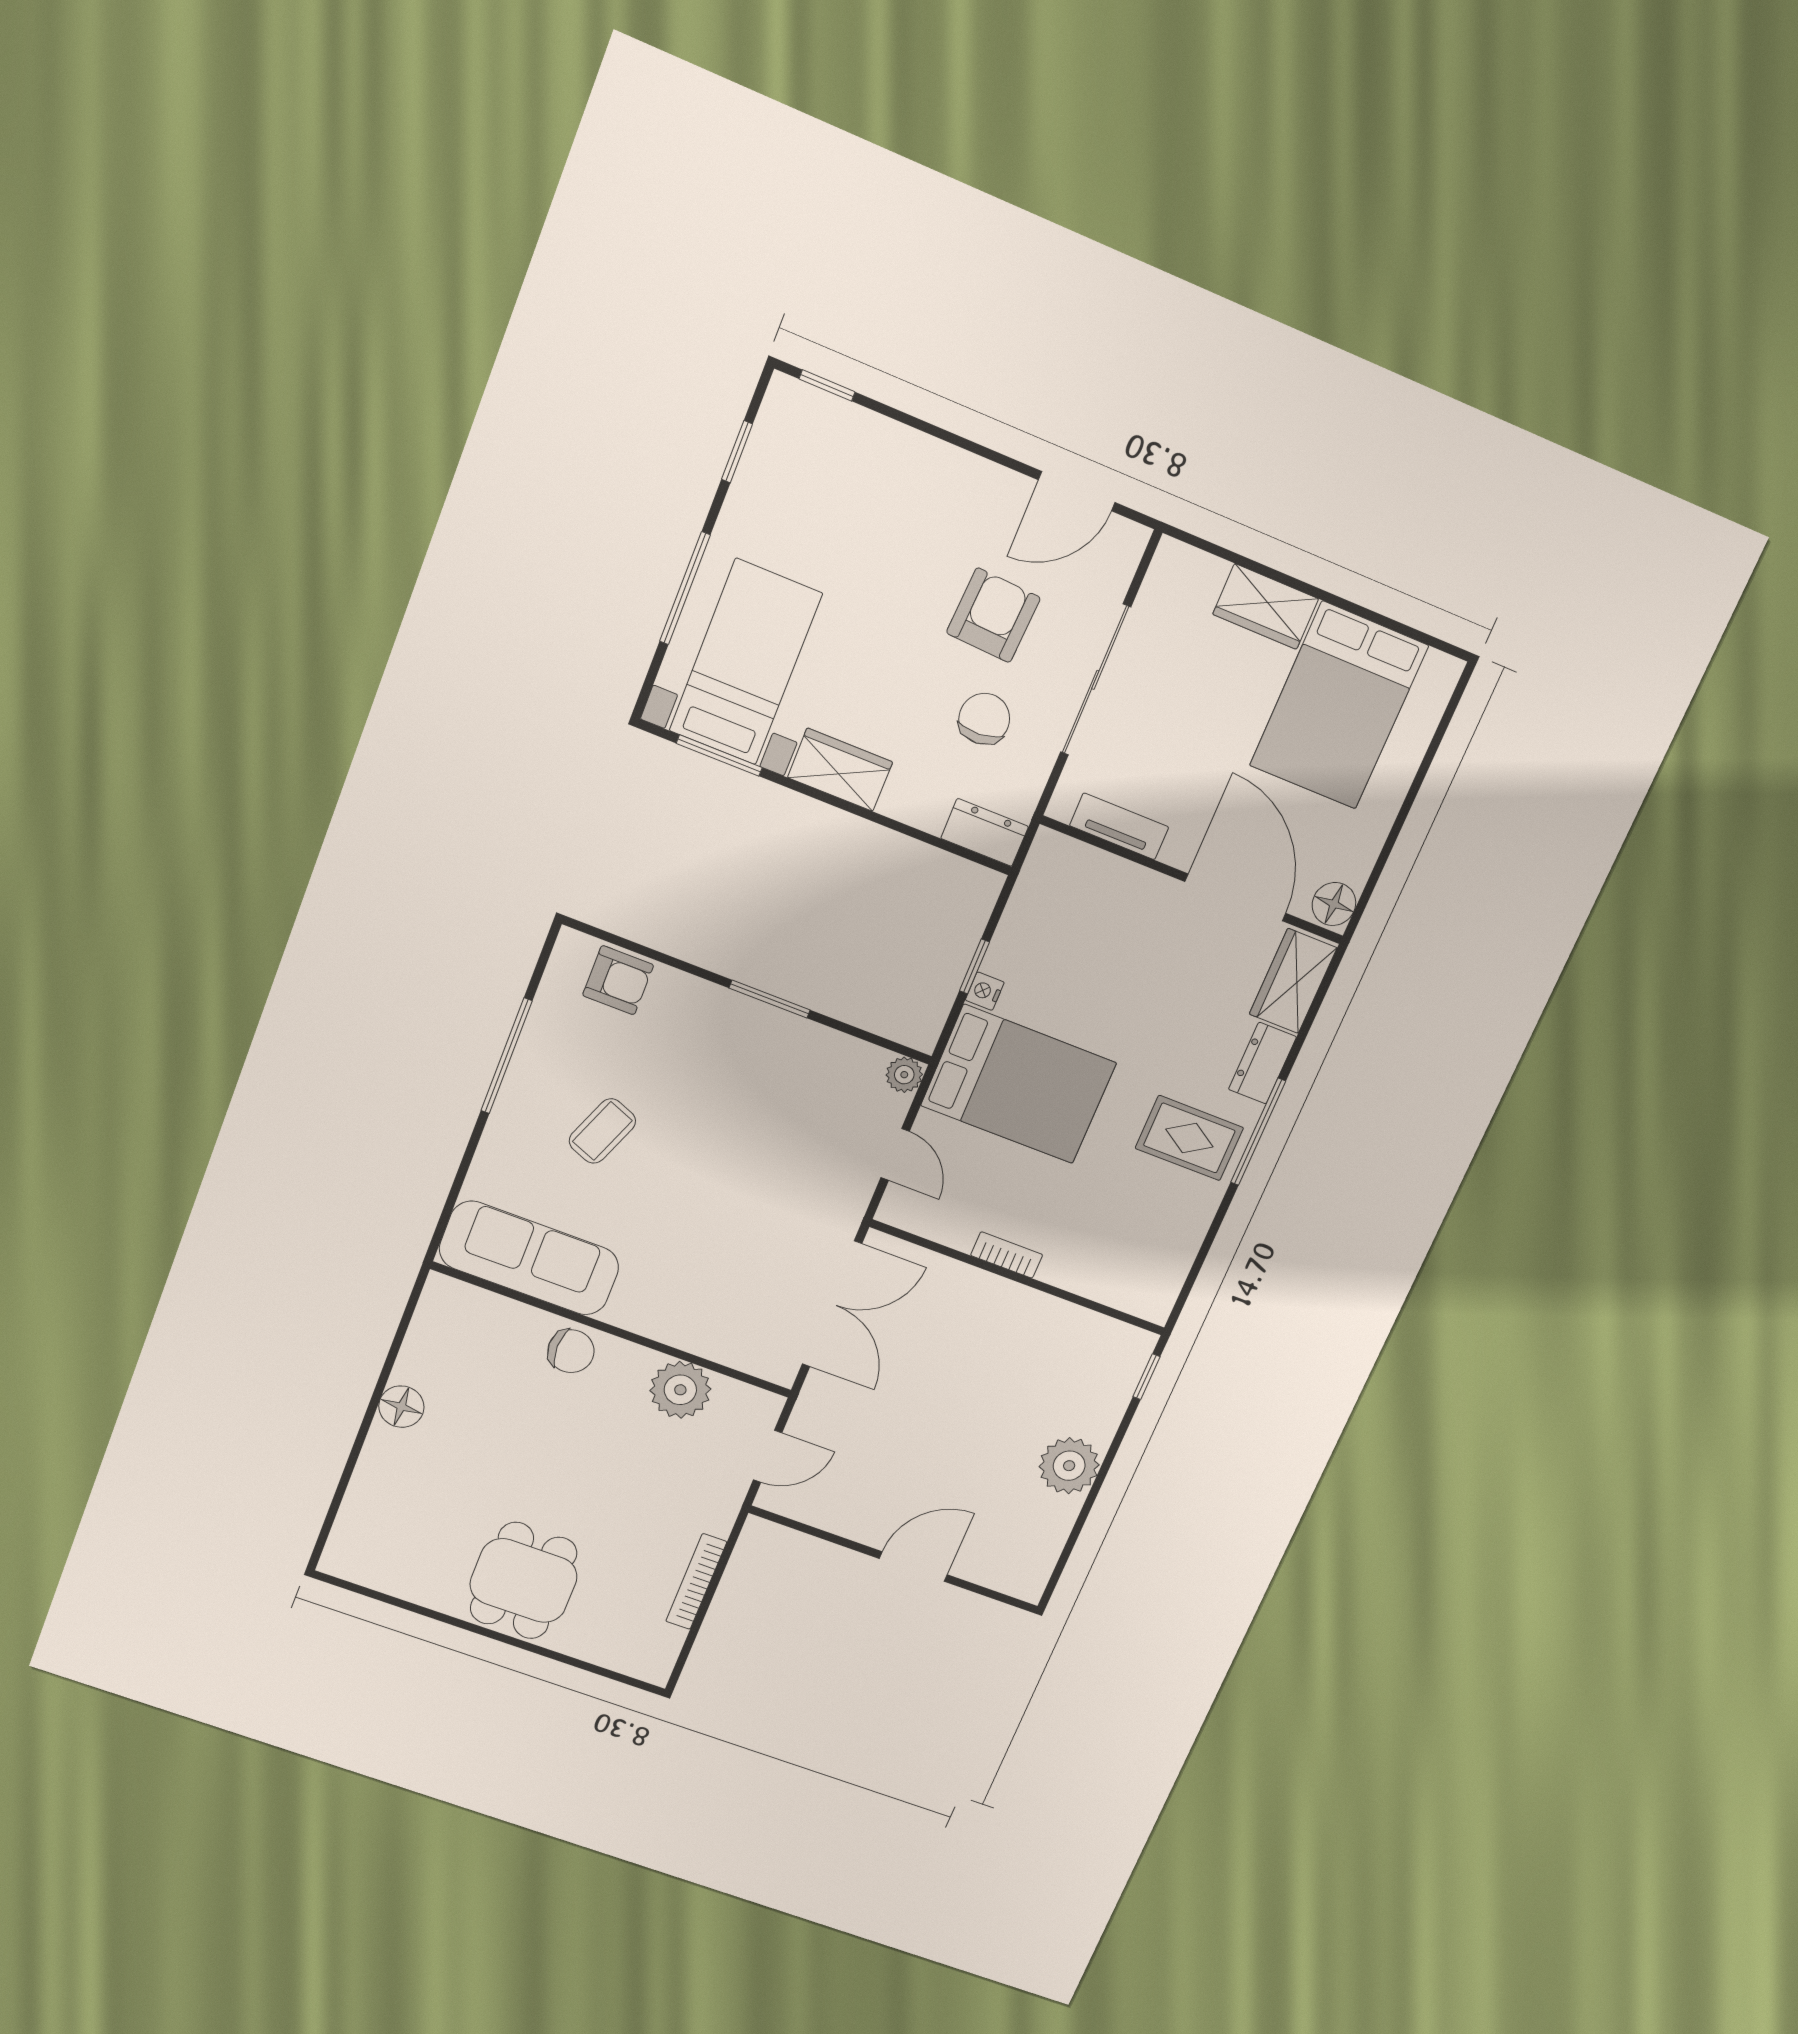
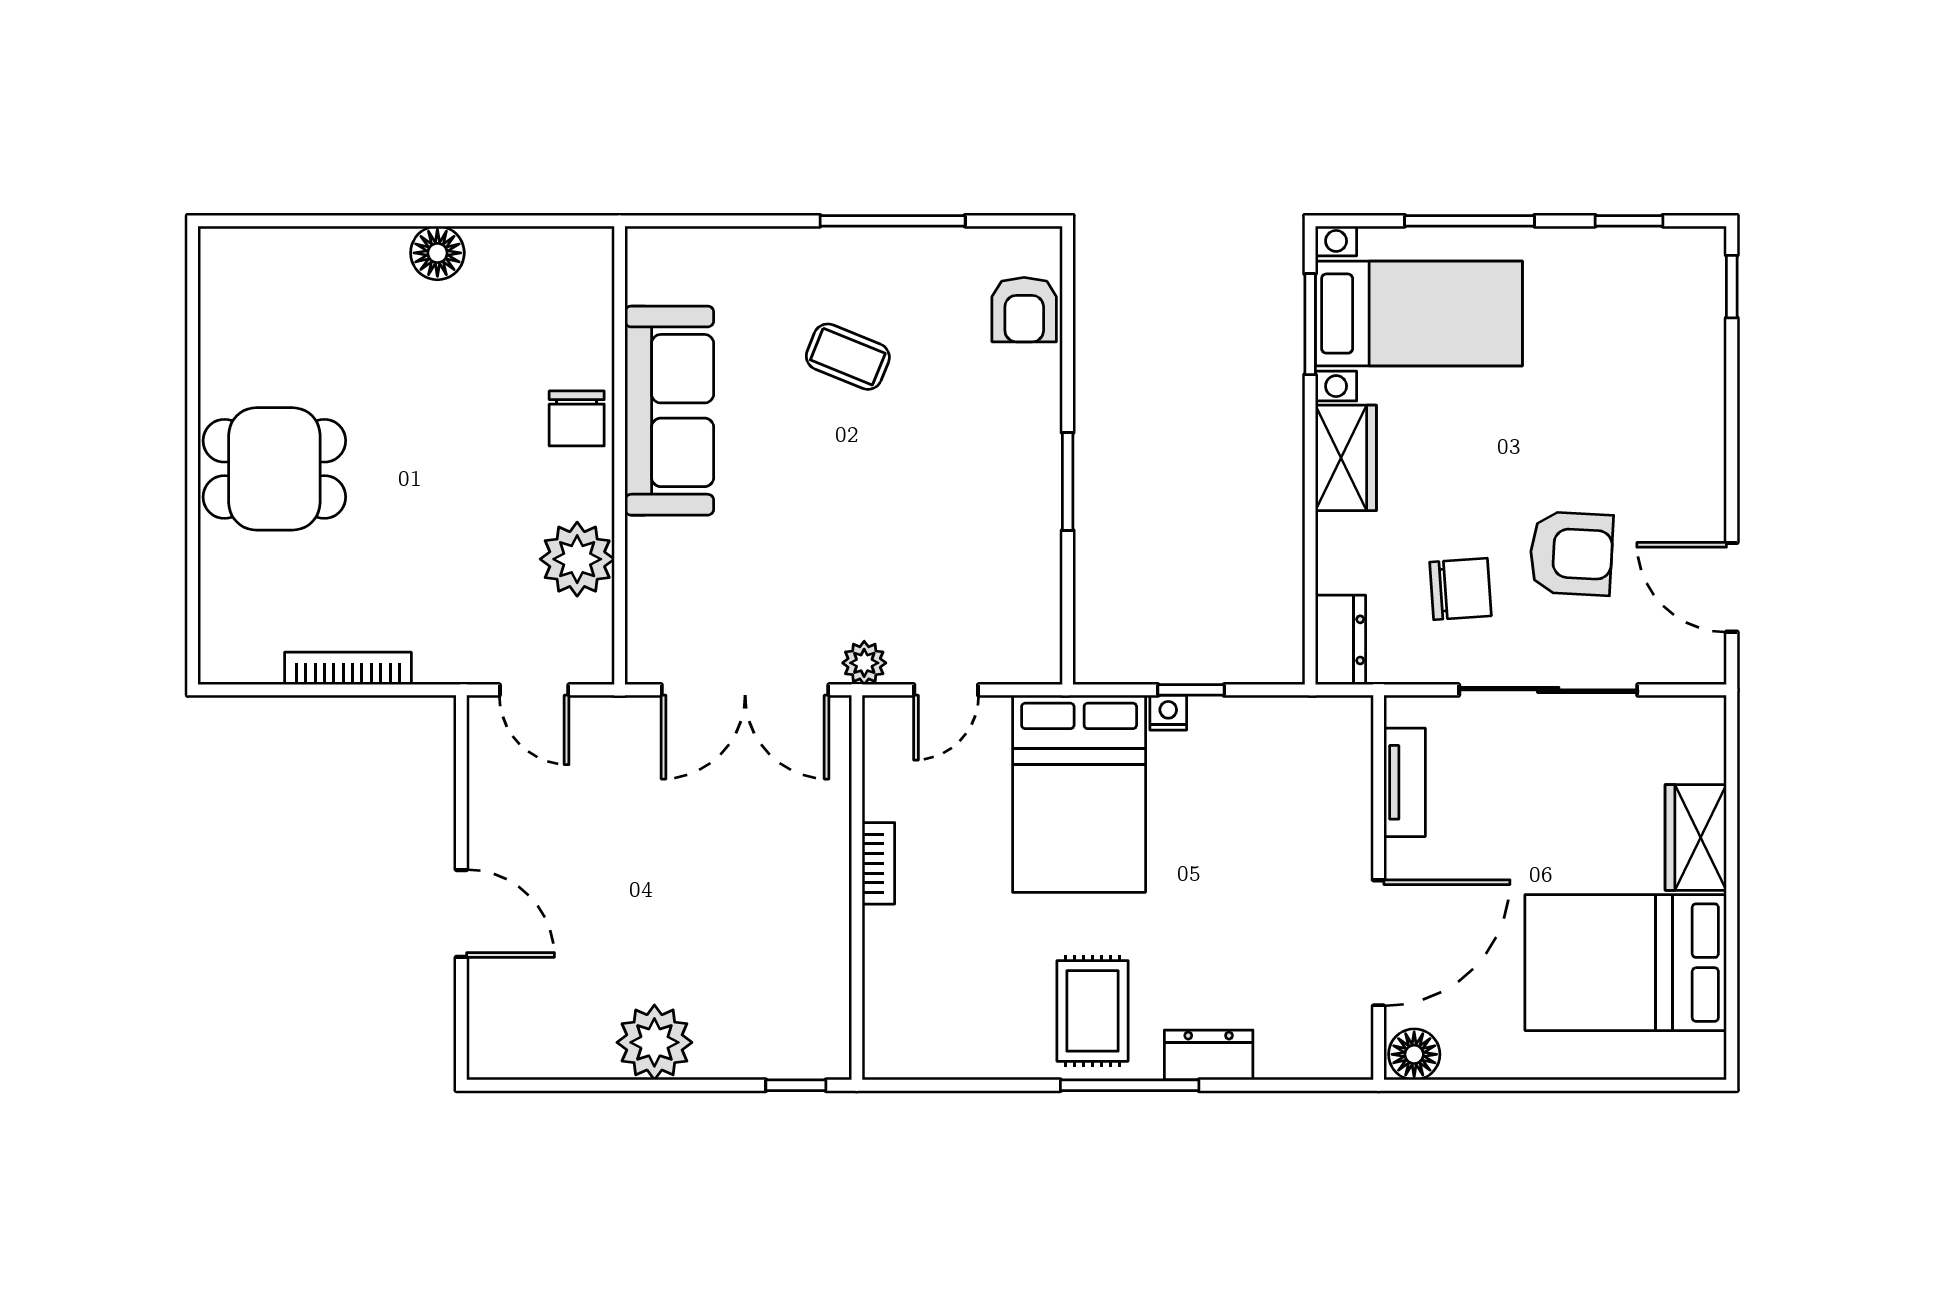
wardrobe: (1293, 981) -> (1313, 1048), removed
plant: (904, 1075) -> (864, 663), moved
sofa: (529, 1258) -> (669, 411), moved

